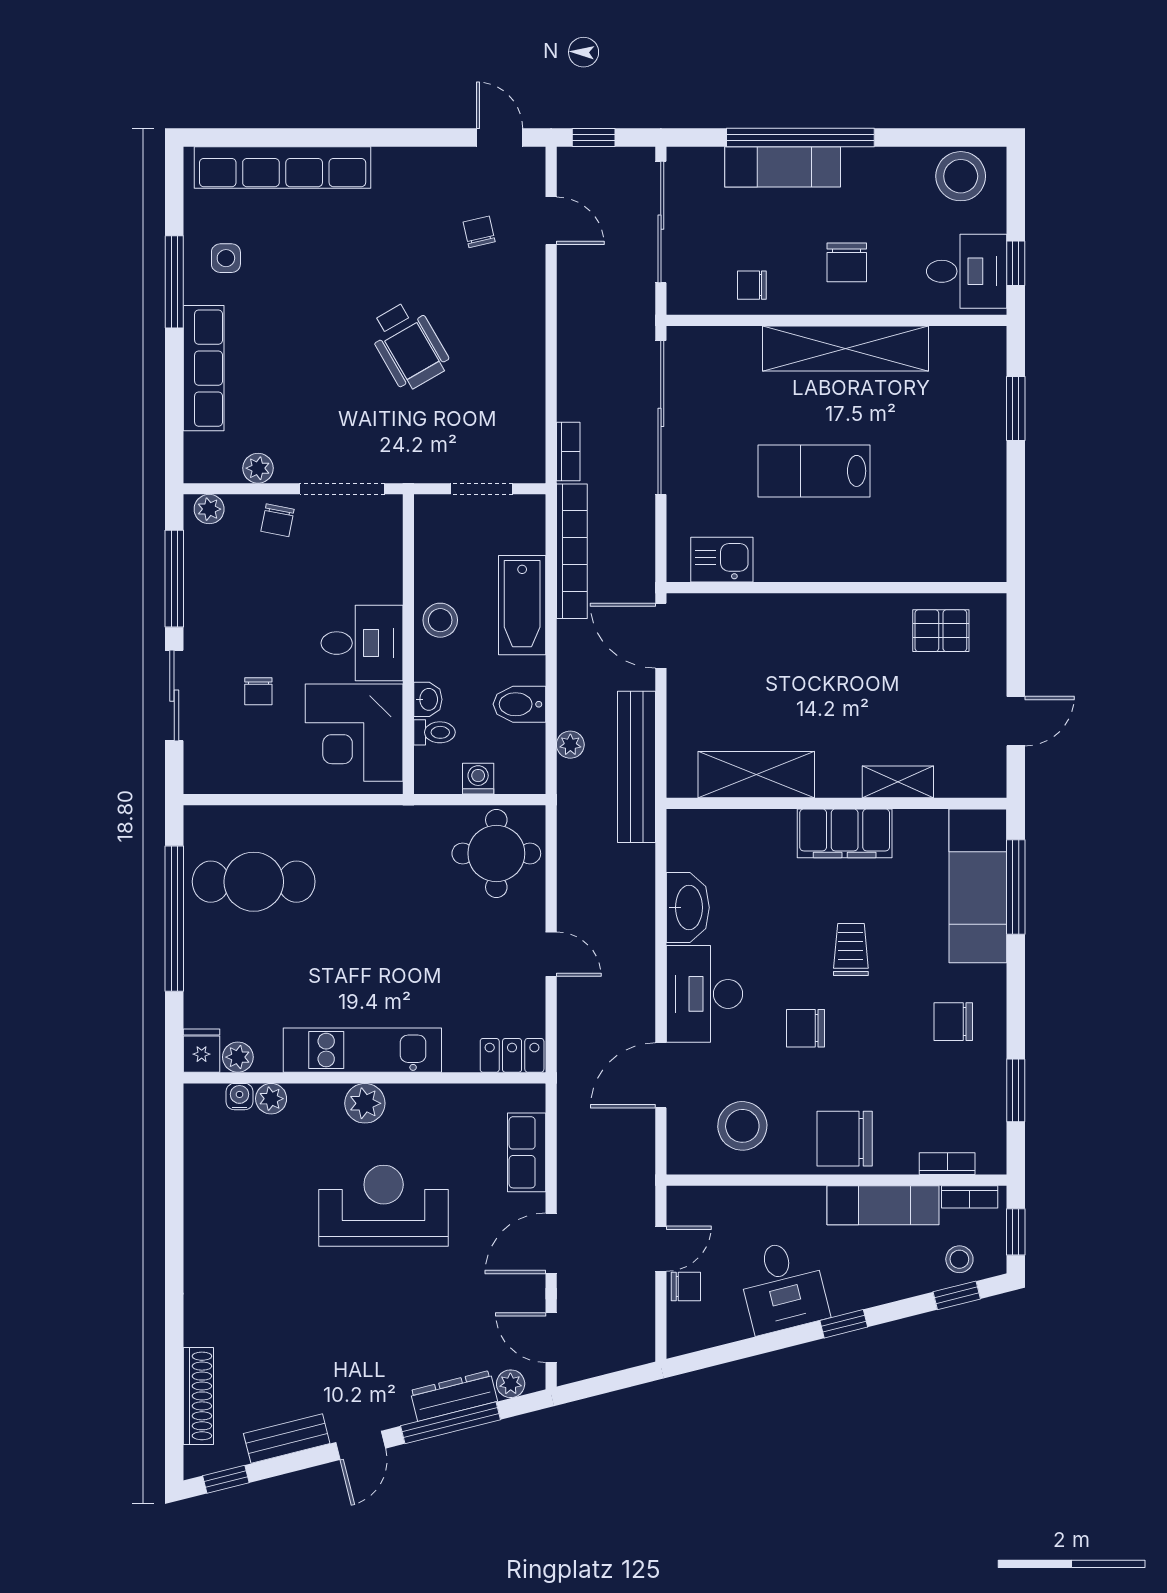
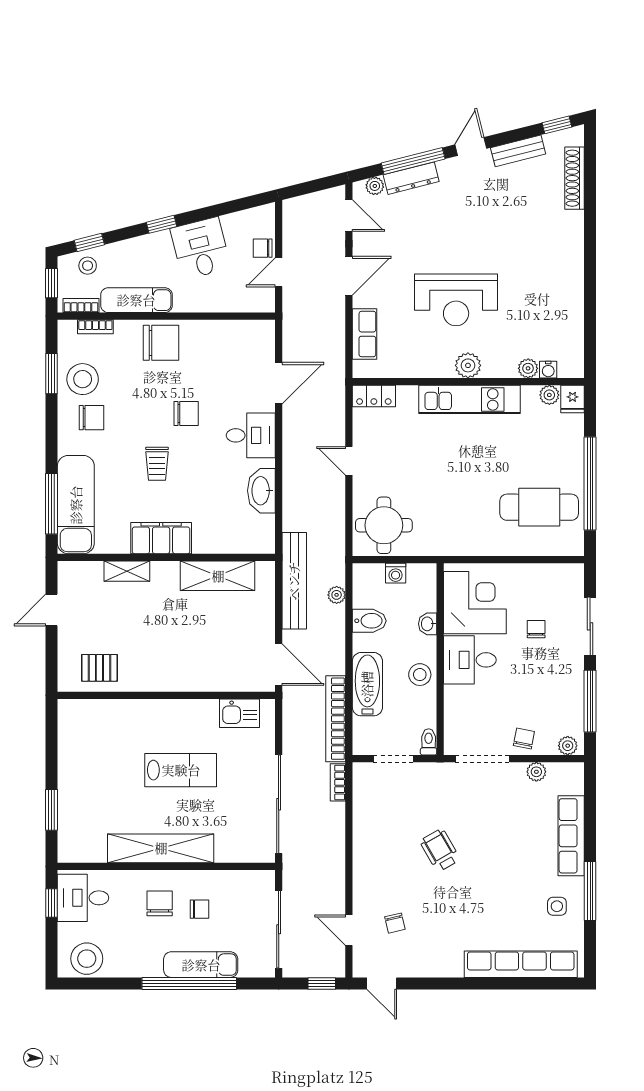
chair: (752, 285) -> (200, 909), moved
wheelchair: (409, 346) -> (440, 850), width x0.73, depth x0.73
toilet: (434, 732) -> (429, 742), moved, turned 90
desk: (704, 994) -> (251, 435), width x0.73
stool: (742, 1126) -> (83, 379), moved

